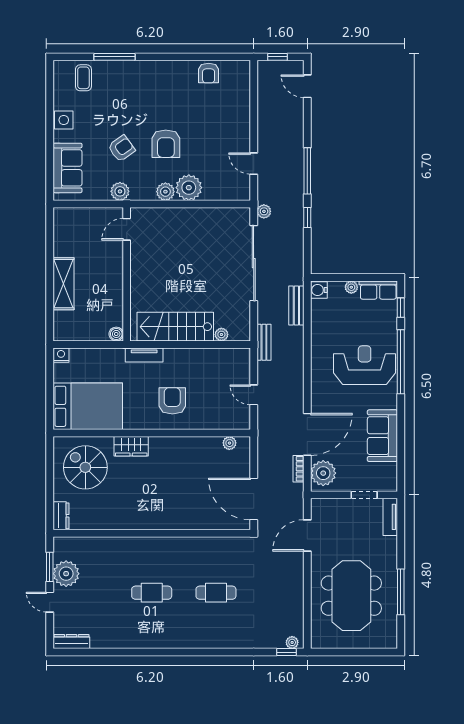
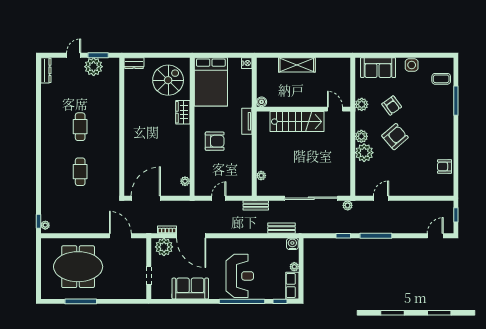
armchair: (166, 144) -> (395, 137), turned 139
stairs: (175, 327) -> (297, 122), moved, turned 90
tv unit: (390, 517) -> (133, 294), removed

